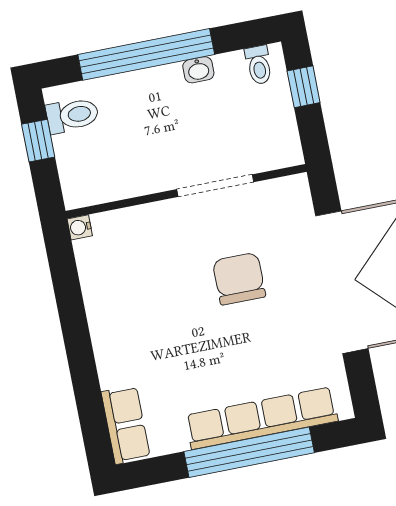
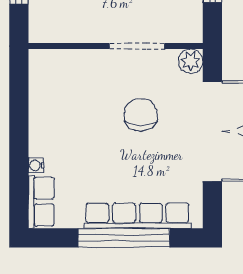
plant: (293, 192) -> (191, 61), added
water cooler: (80, 227) -> (36, 165), moved

